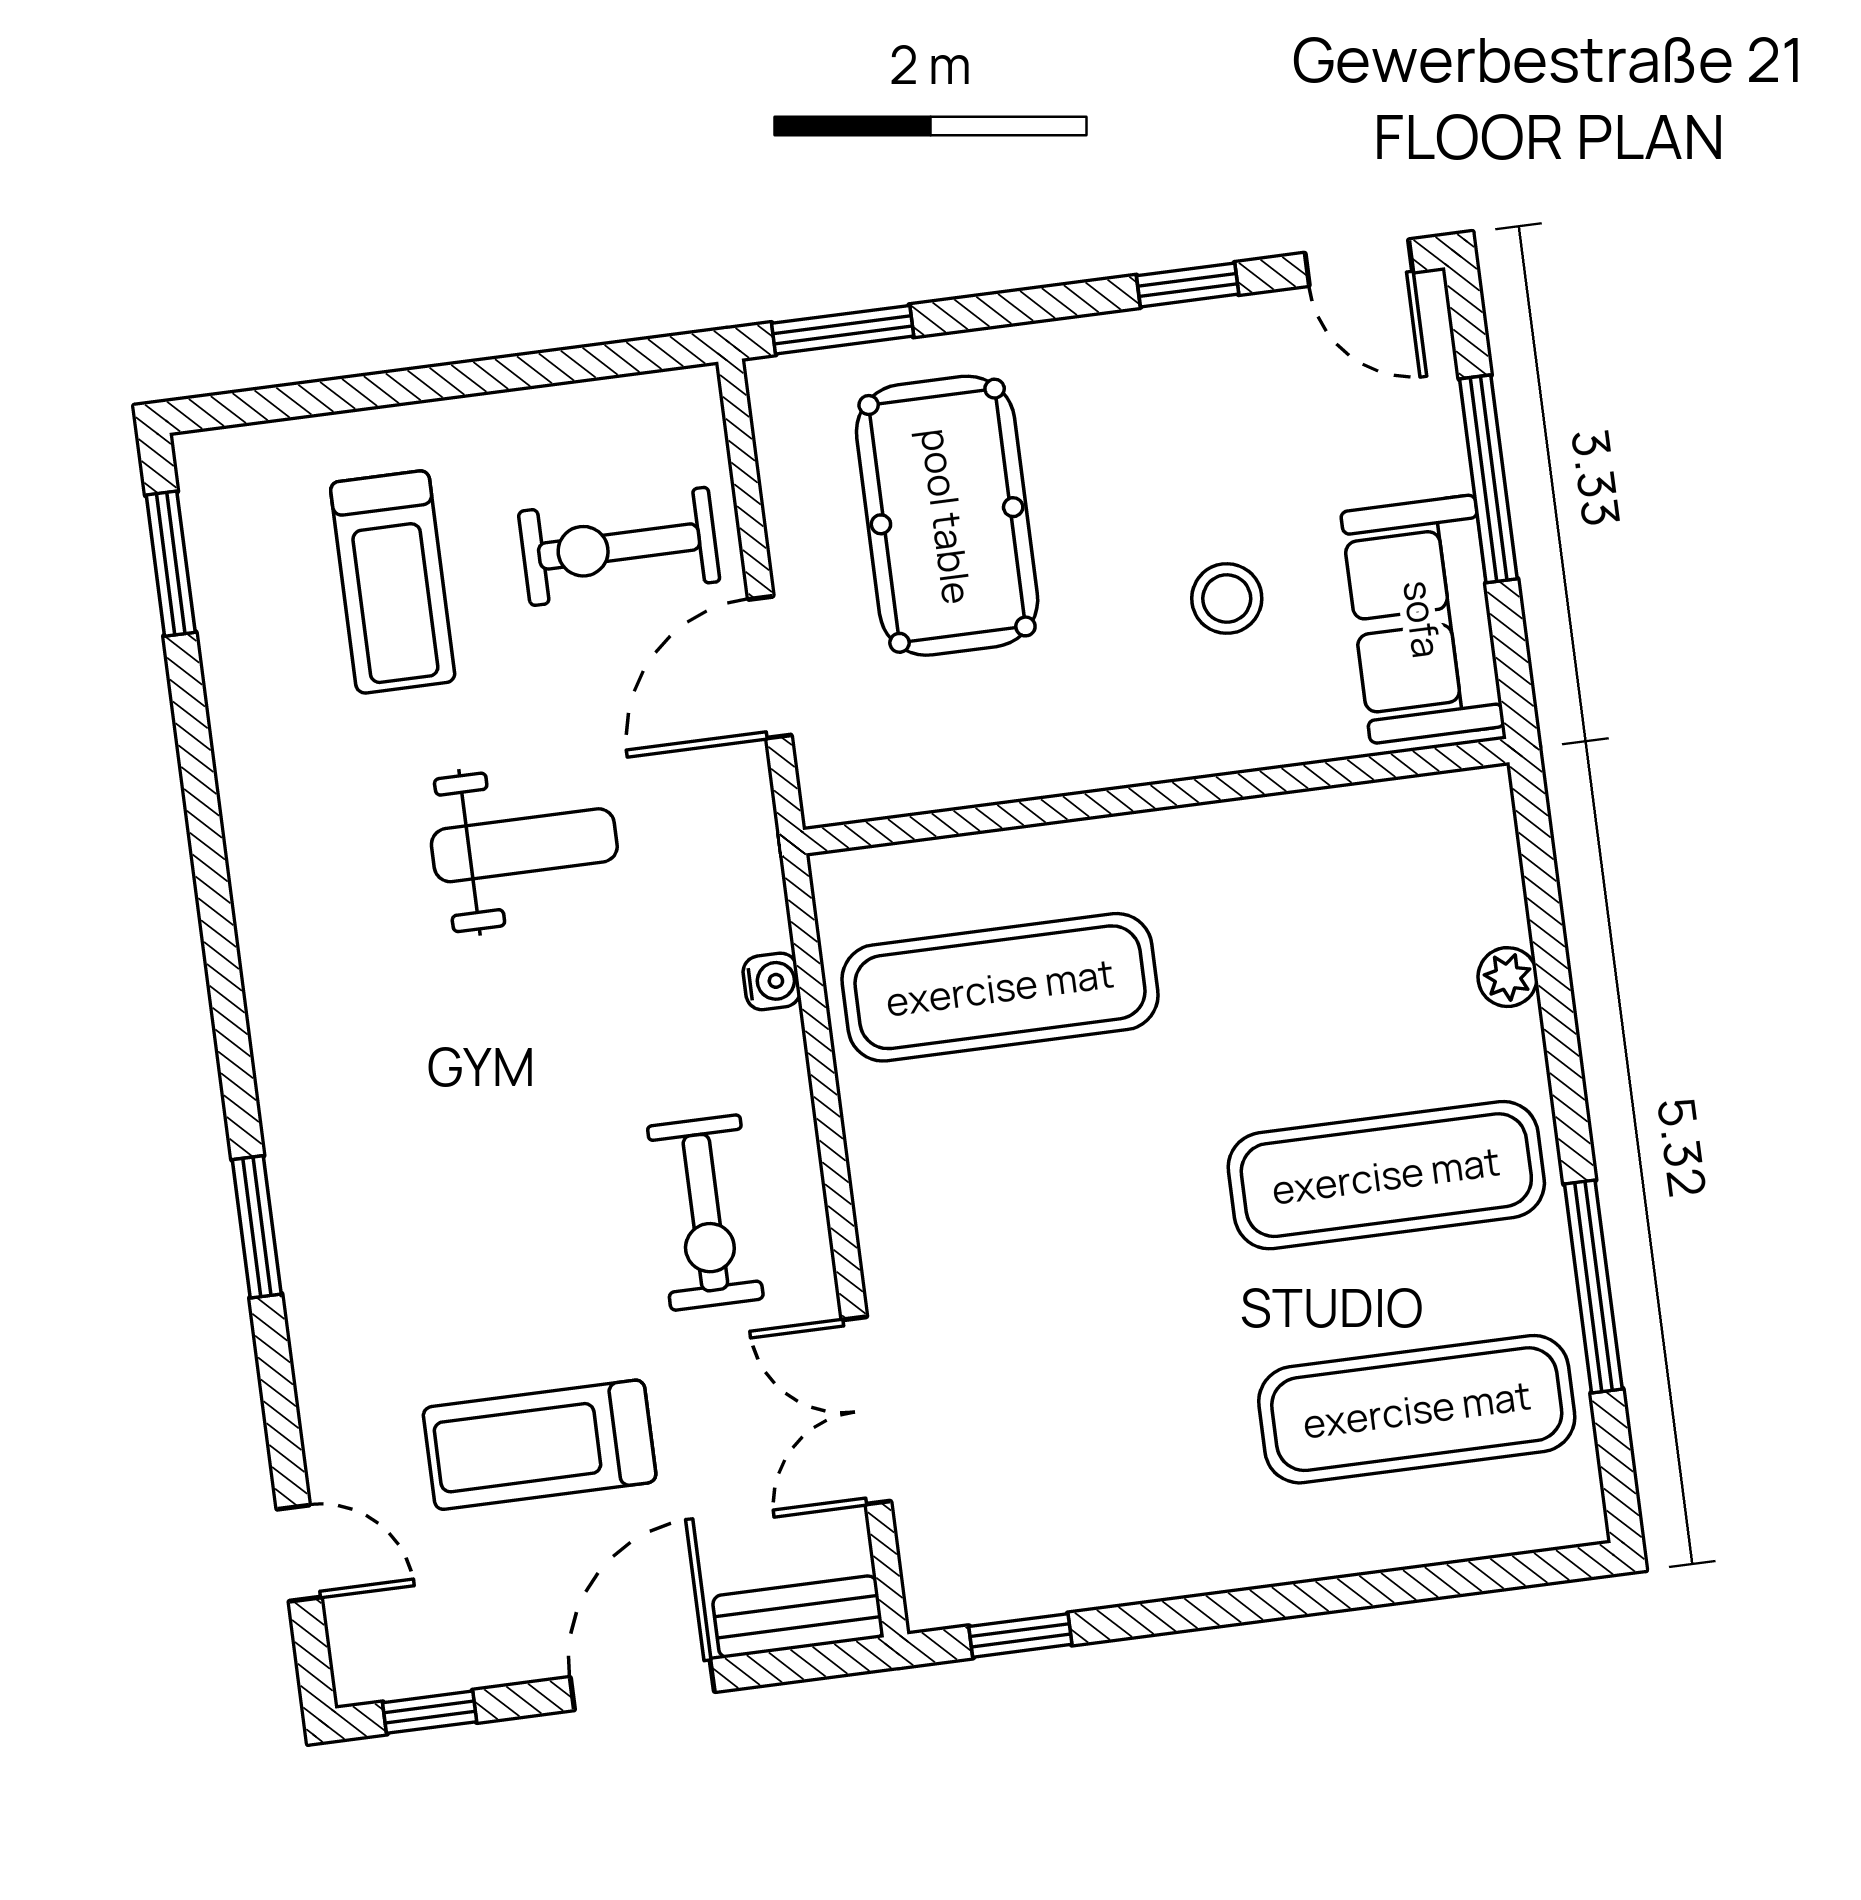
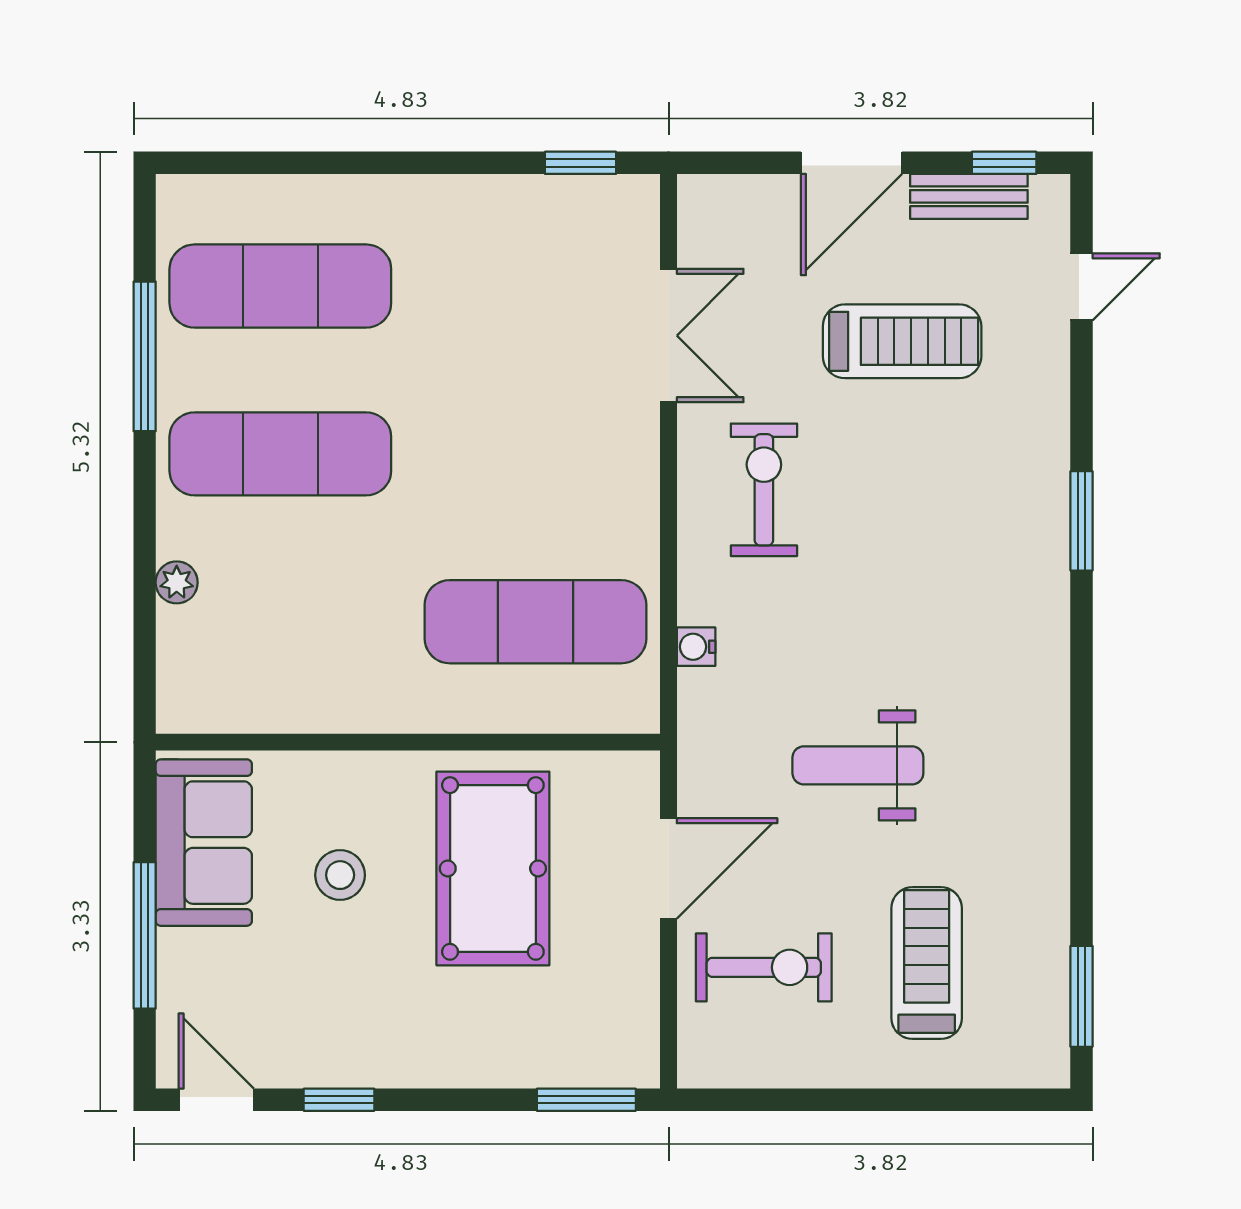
pool table: (947, 516) -> (493, 868), moved
door: (299, 1553) -> (1082, 287), swing flipped
bench: (798, 1617) -> (969, 196), moved

